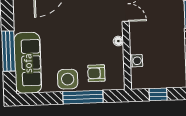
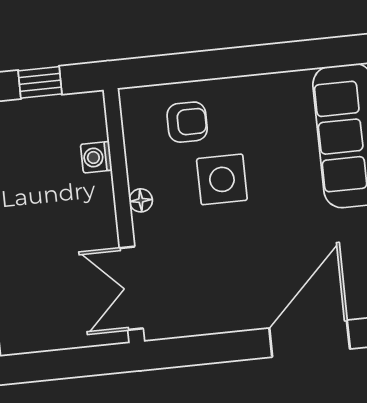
side table: (68, 79) -> (222, 179), moved
window: (83, 97) -> (215, 64), removed

